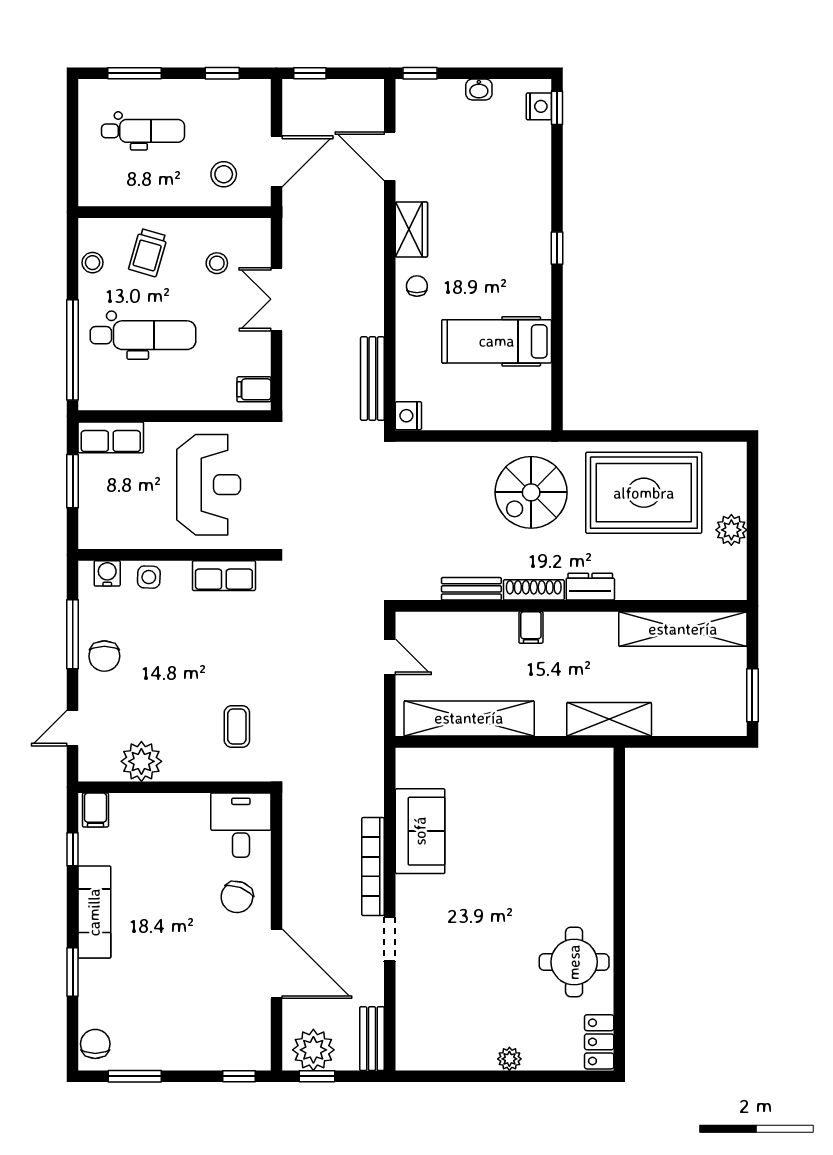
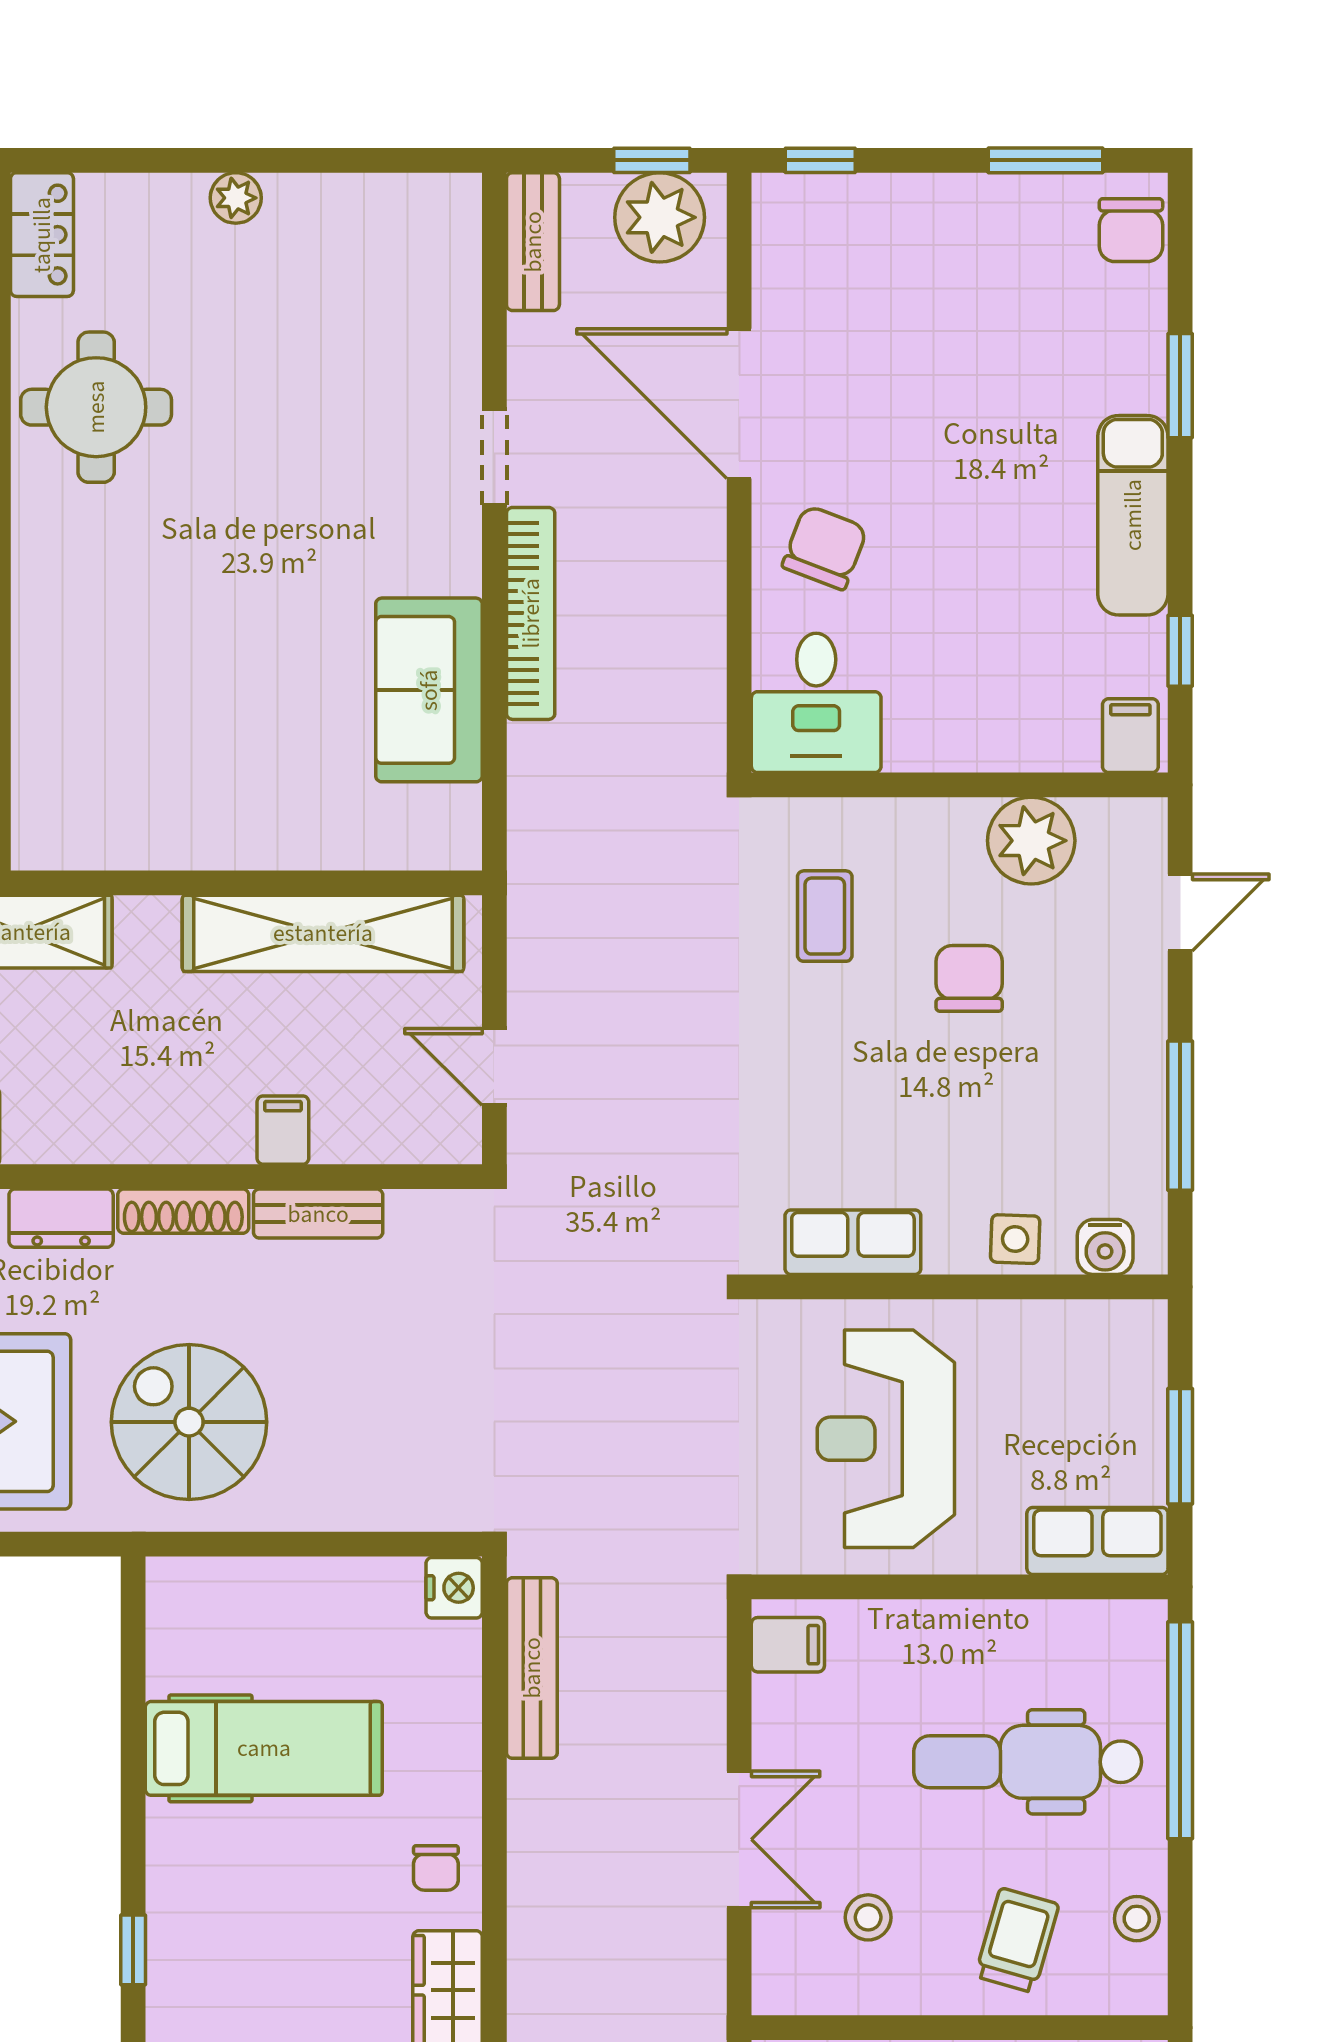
spiral stairs: (531, 492) -> (189, 1422), turned -90
filing cabinet: (531, 627) -> (283, 1130), moved
chair: (104, 656) -> (969, 978), moved

